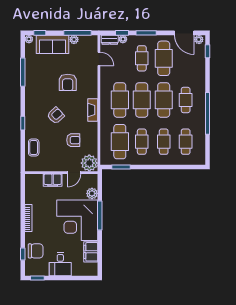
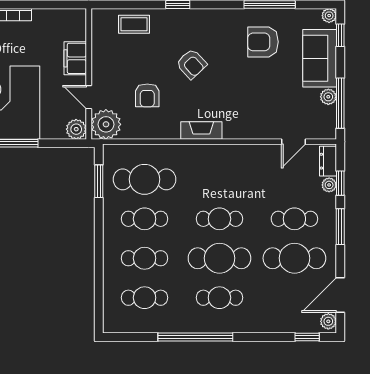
armchair: (68, 82) -> (263, 42), moved
cafe table: (120, 100) -> (219, 179), removed
cafe table: (142, 100) -> (219, 219), width x0.73, depth x0.74
plant: (92, 193) -> (76, 129), moved

